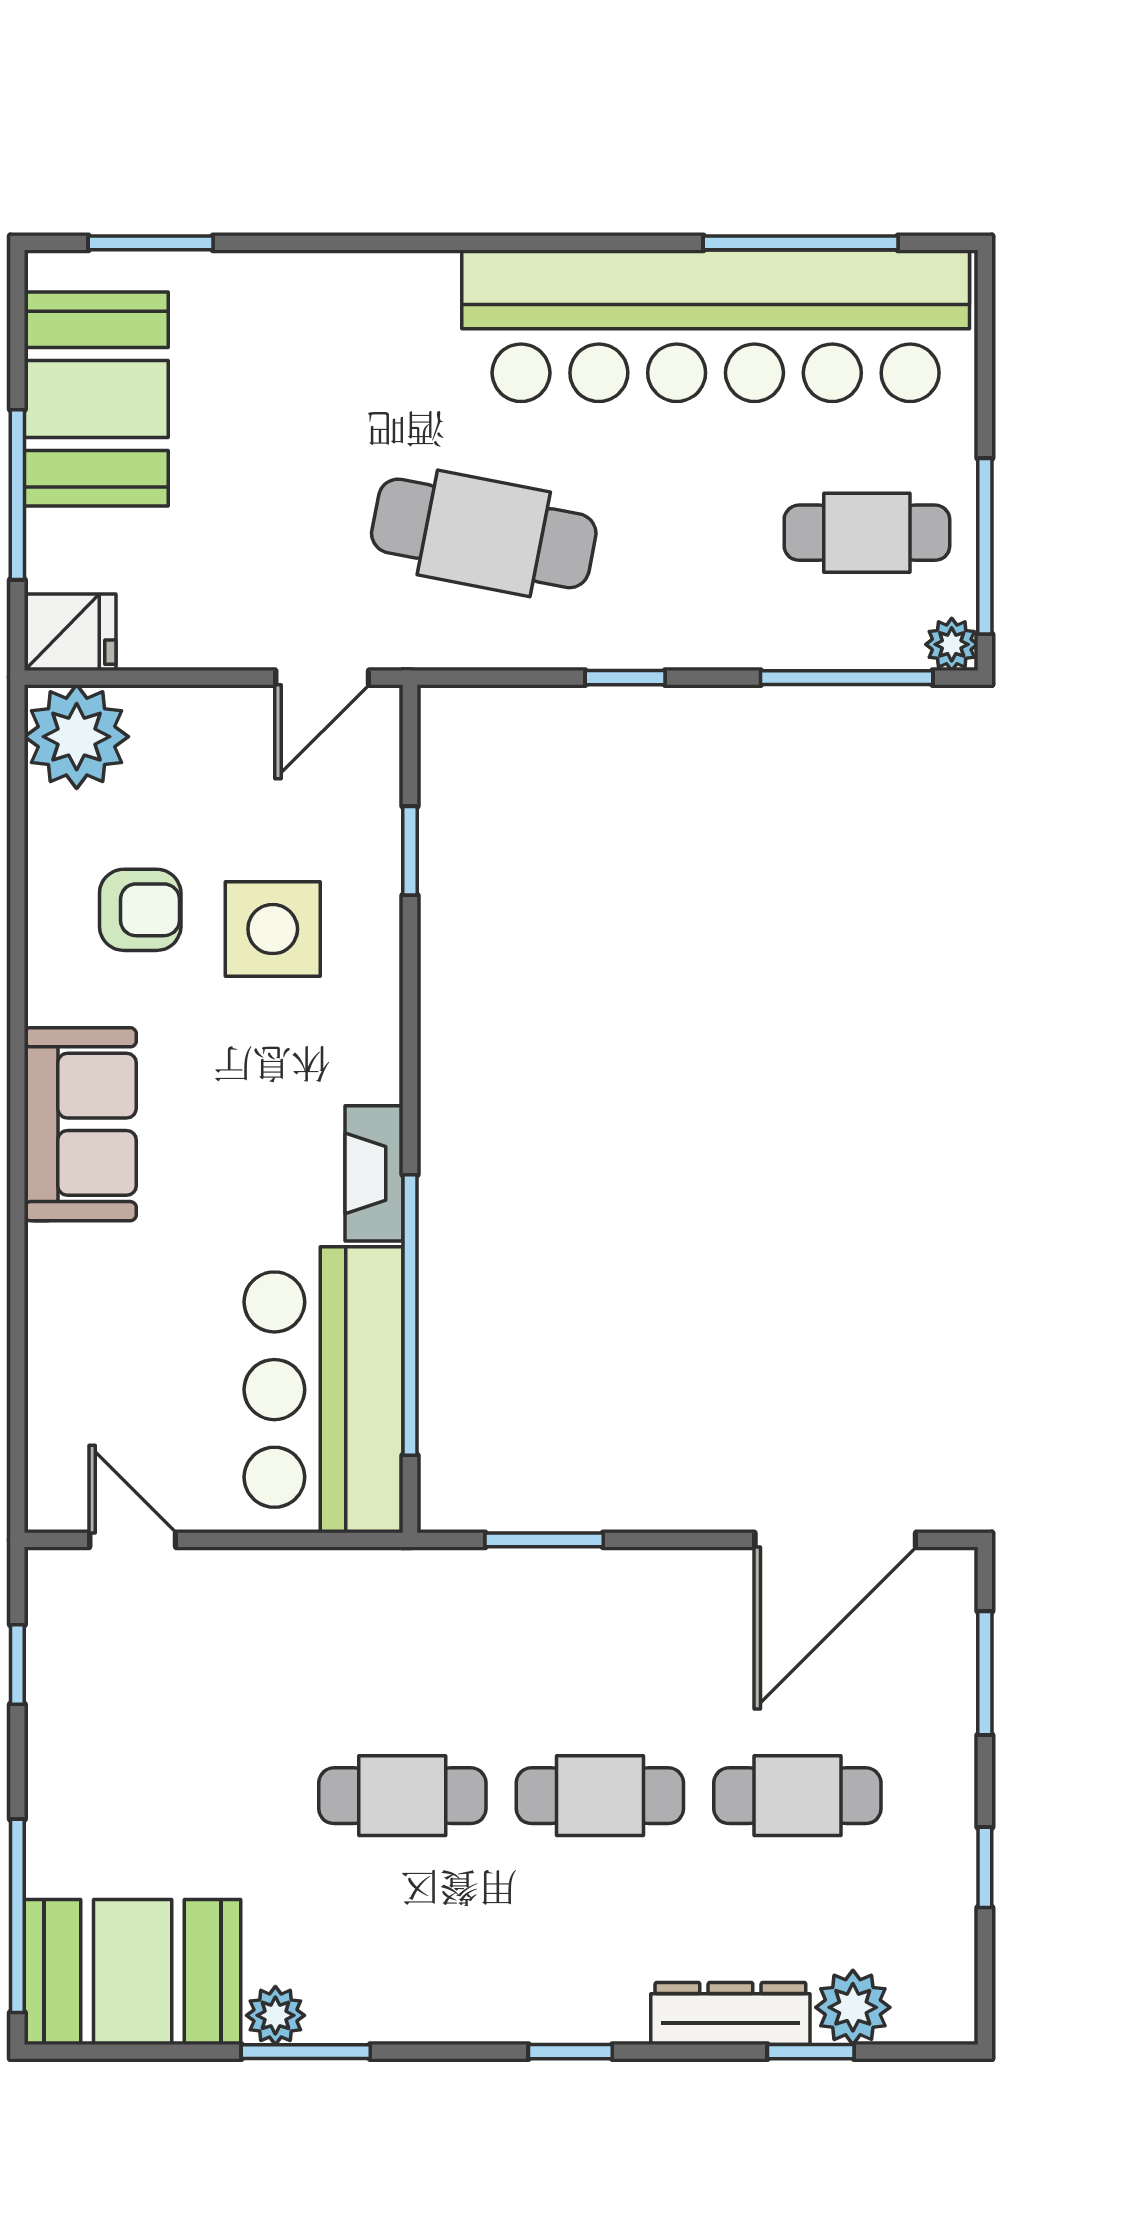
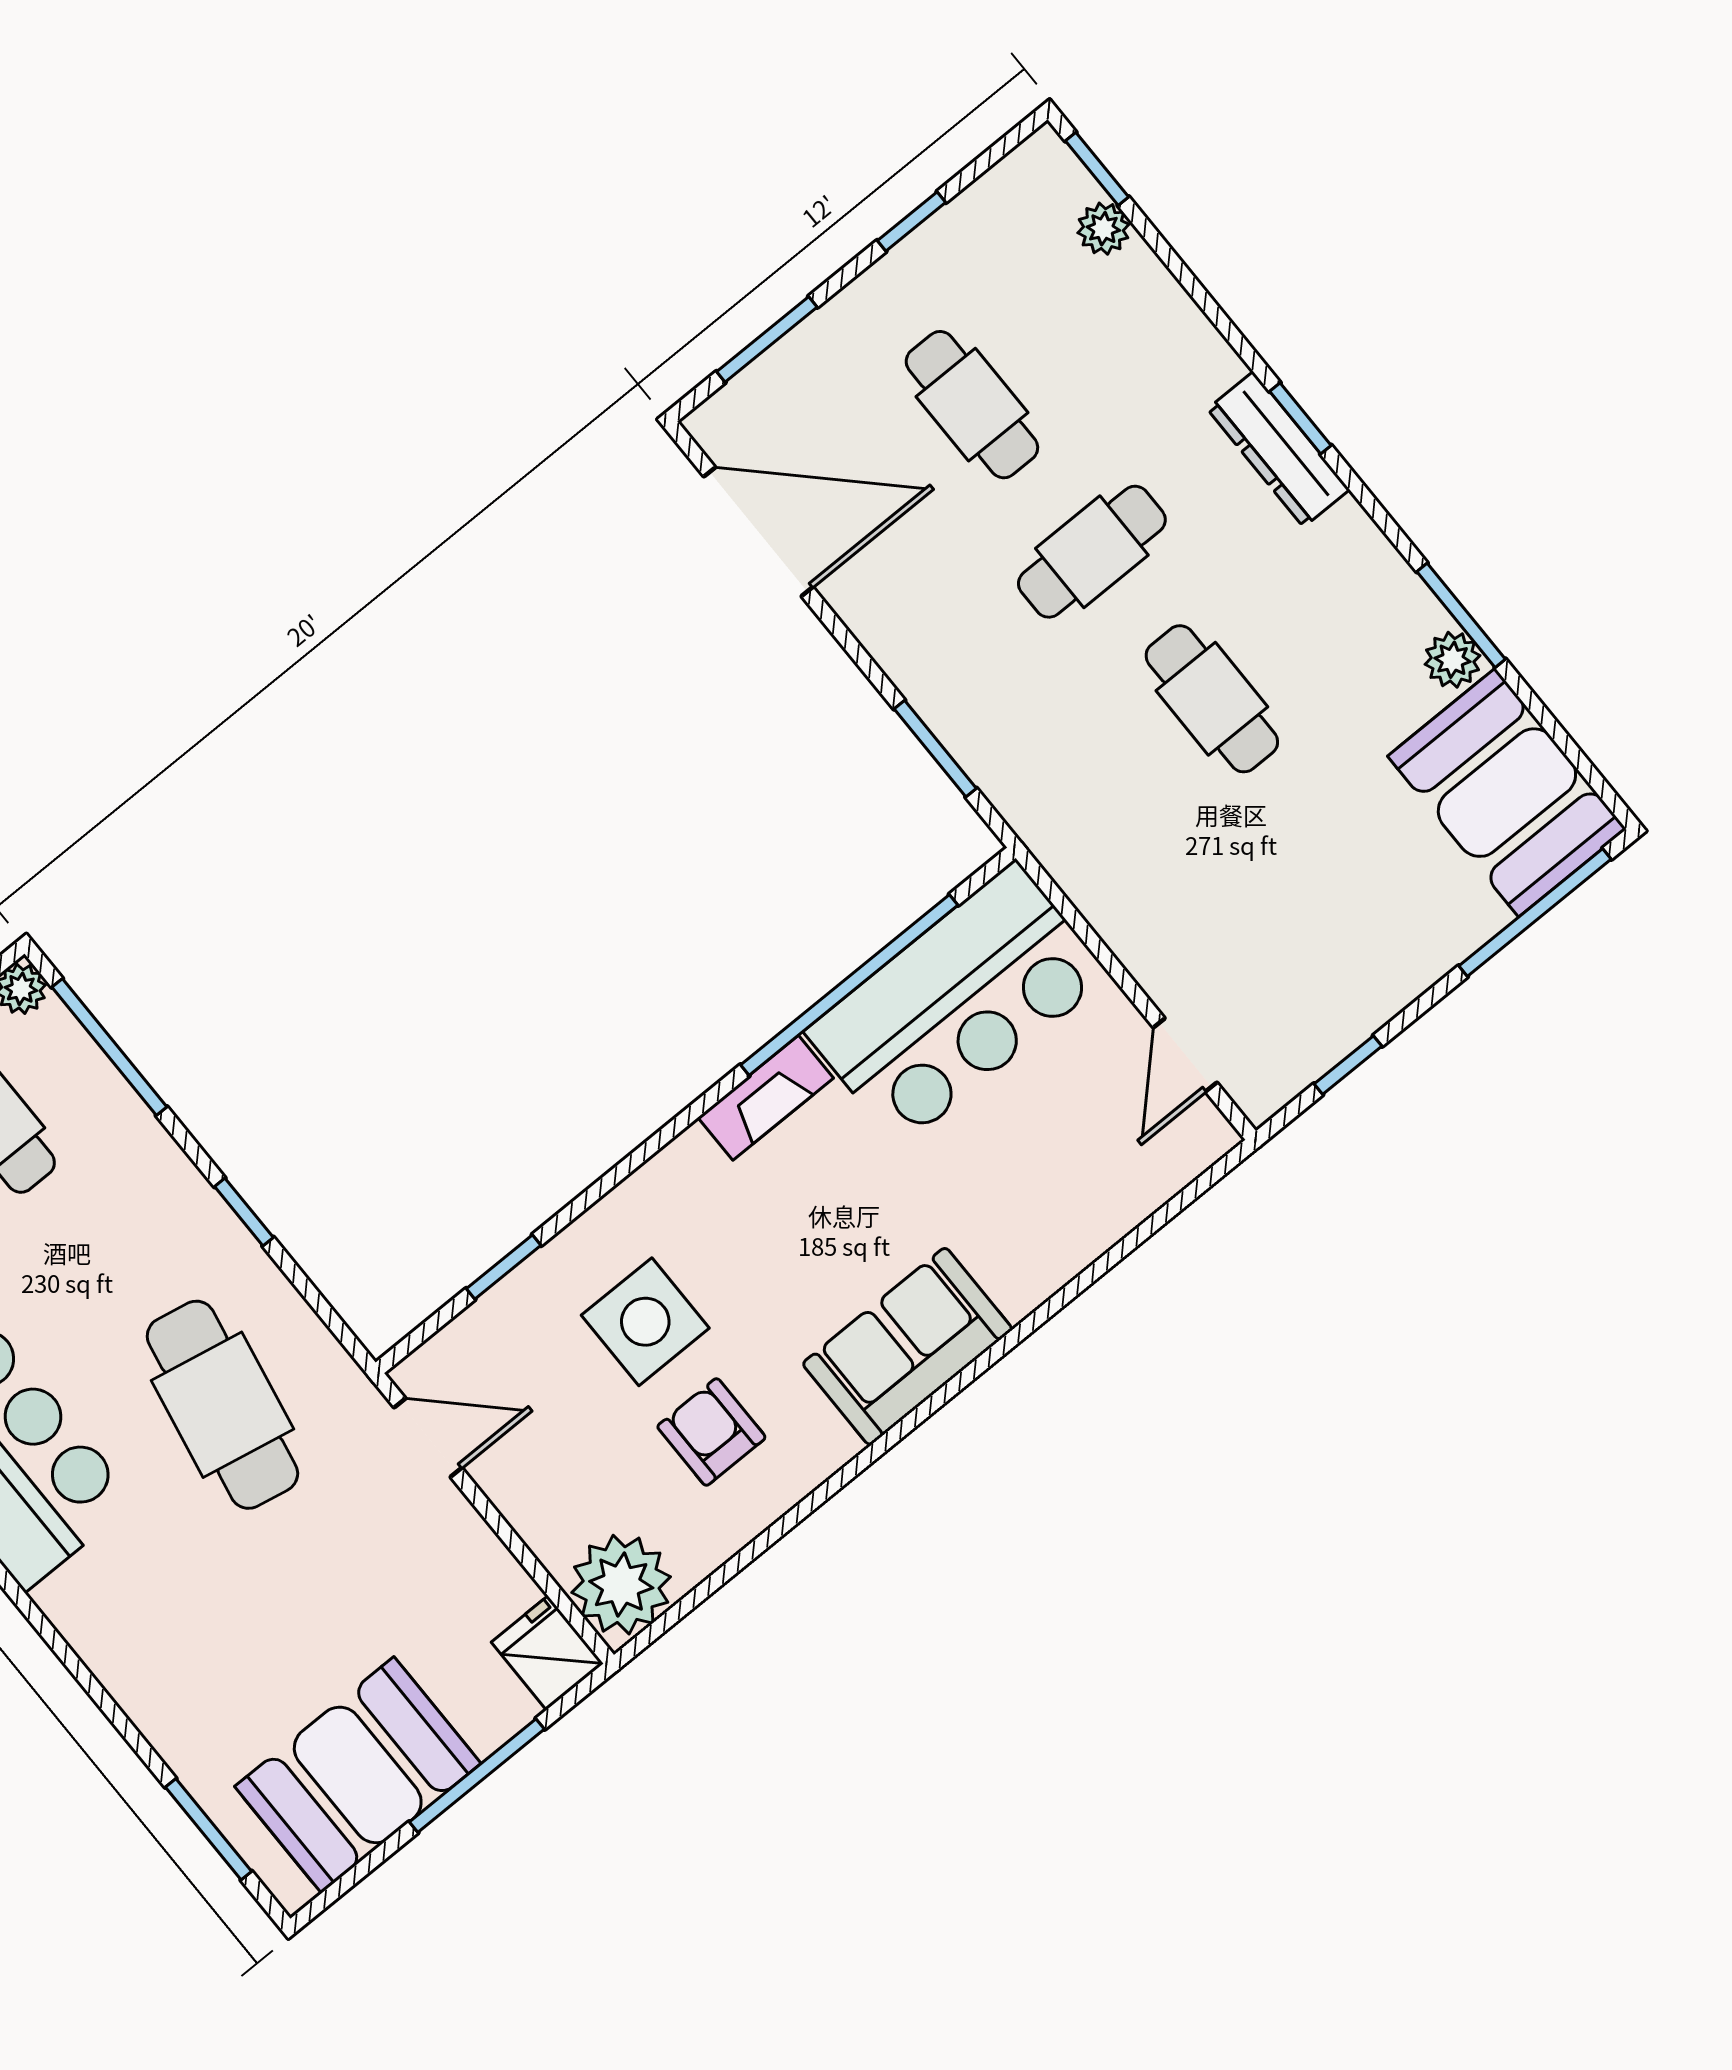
cafe table: (600, 1796) -> (1092, 552), turned 90
plant: (853, 2007) -> (1103, 229), width x0.73, depth x0.73
dresser: (730, 2013) -> (1278, 449), moved
window: (811, 2052) -> (1097, 169), moved

